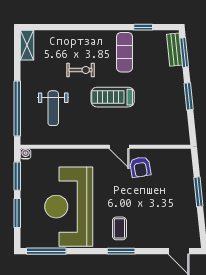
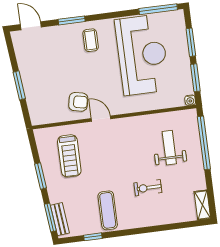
treadmill: (113, 97) -> (69, 156), moved, turned 90
armchair: (140, 167) -> (78, 102), turned 111
window: (121, 251) -> (72, 20), moved

